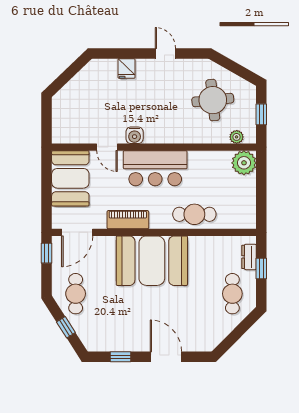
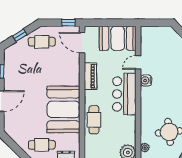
booth: (152, 261) -> (63, 109), moved

